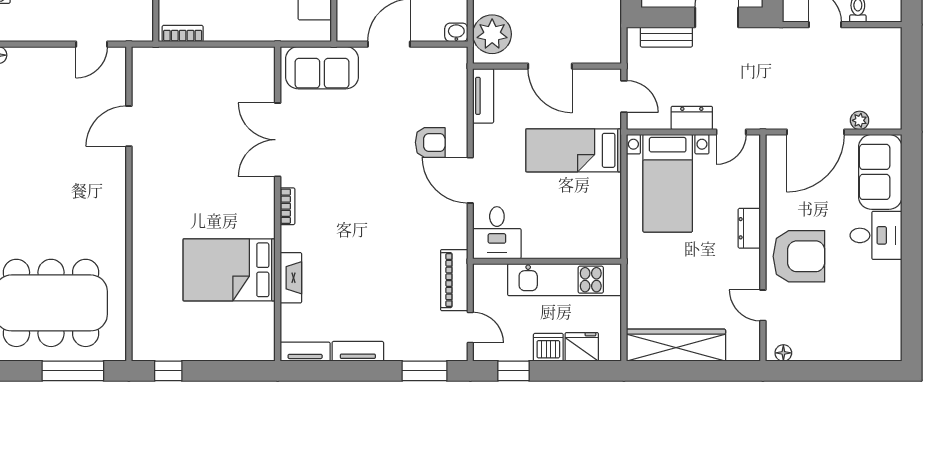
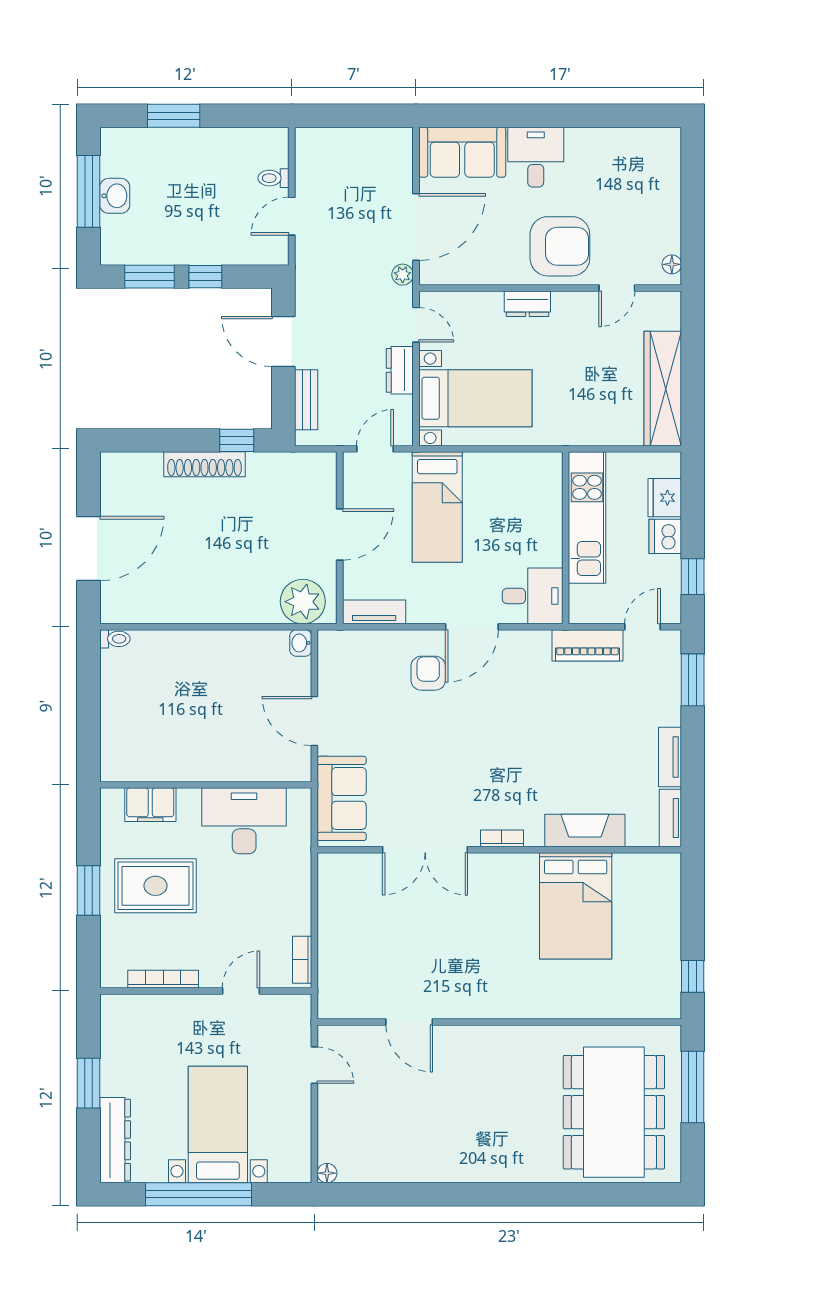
plant: (860, 120) -> (403, 275), moved
door: (816, 132) -> (416, 227), hinge flipped
armchair: (799, 256) -> (560, 246), turned 90
fireplace: (291, 278) -> (585, 831), width x1.37, depth x1.32

